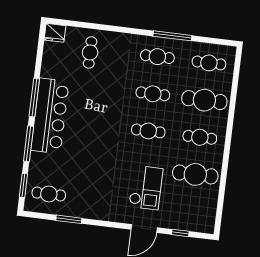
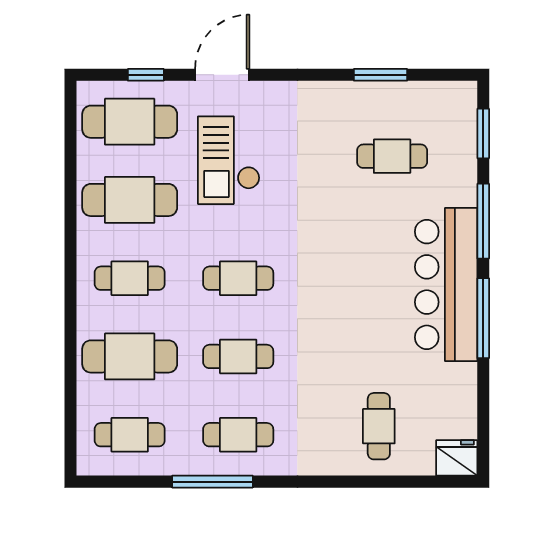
cafe table: (49, 194) -> (392, 156), moved
cafe table: (191, 212) -> (130, 122), added

